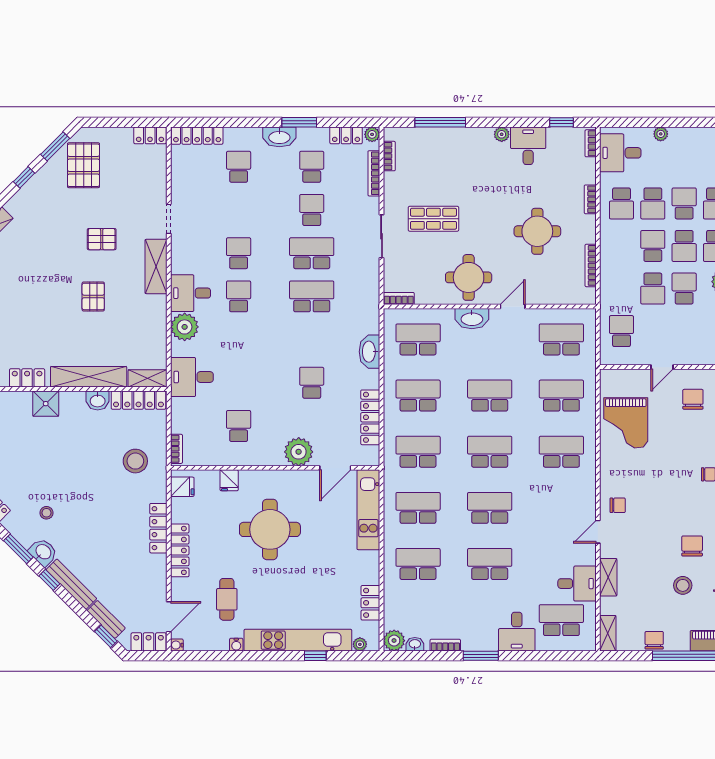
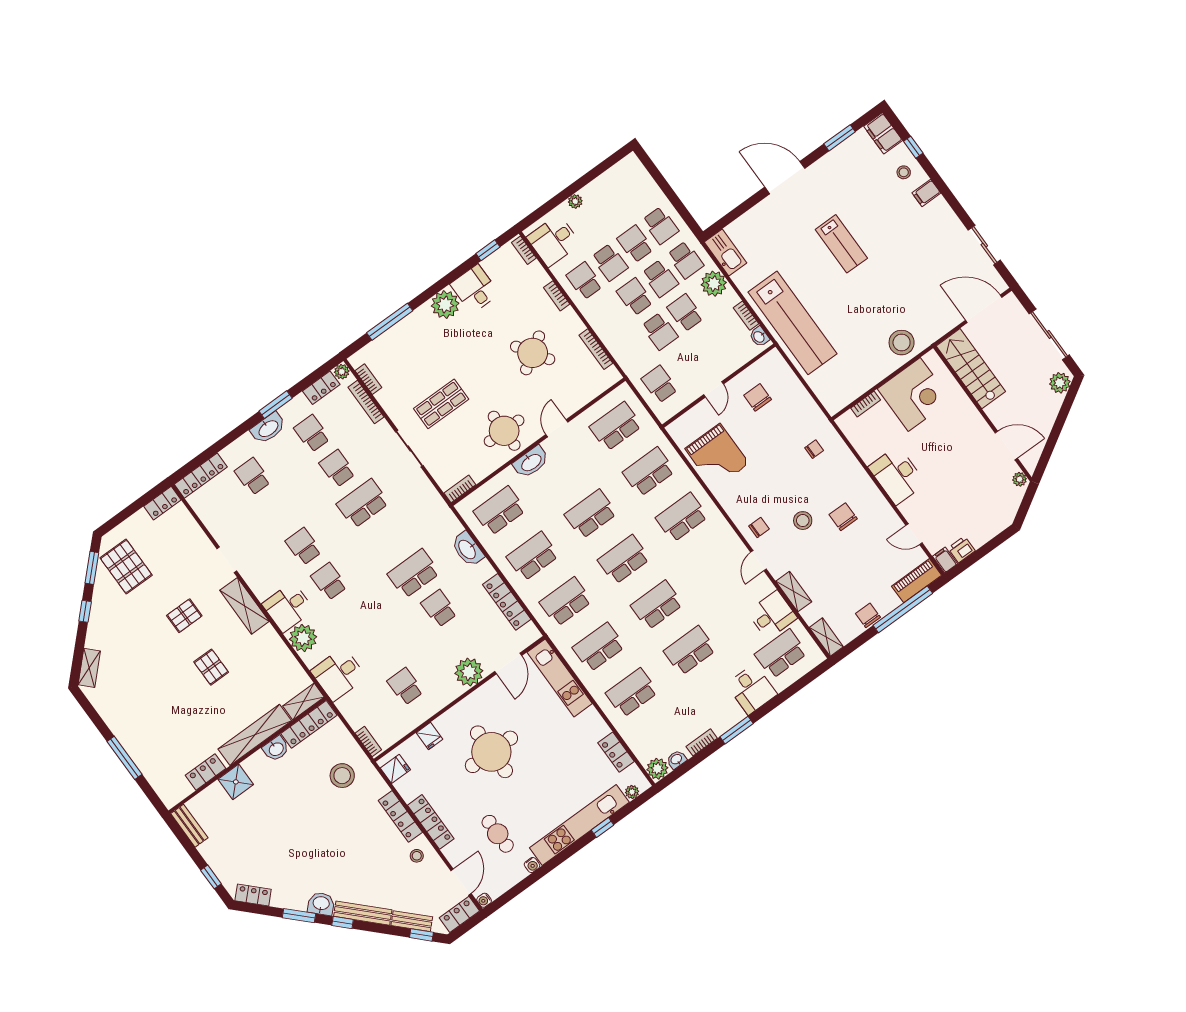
plant: (502, 134) -> (445, 305), width x1.88, depth x1.88
school desk: (621, 203) -> (584, 281), turned 180
round table: (537, 231) -> (533, 353), turned -33
school desk: (312, 296) -> (414, 573), moved
stool: (46, 513) -> (417, 856), moved
stool: (683, 585) -> (803, 521), moved

